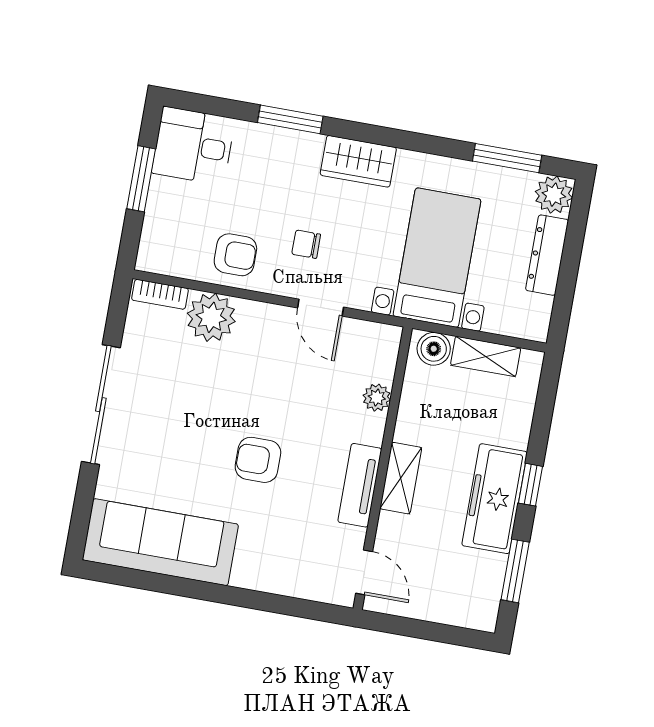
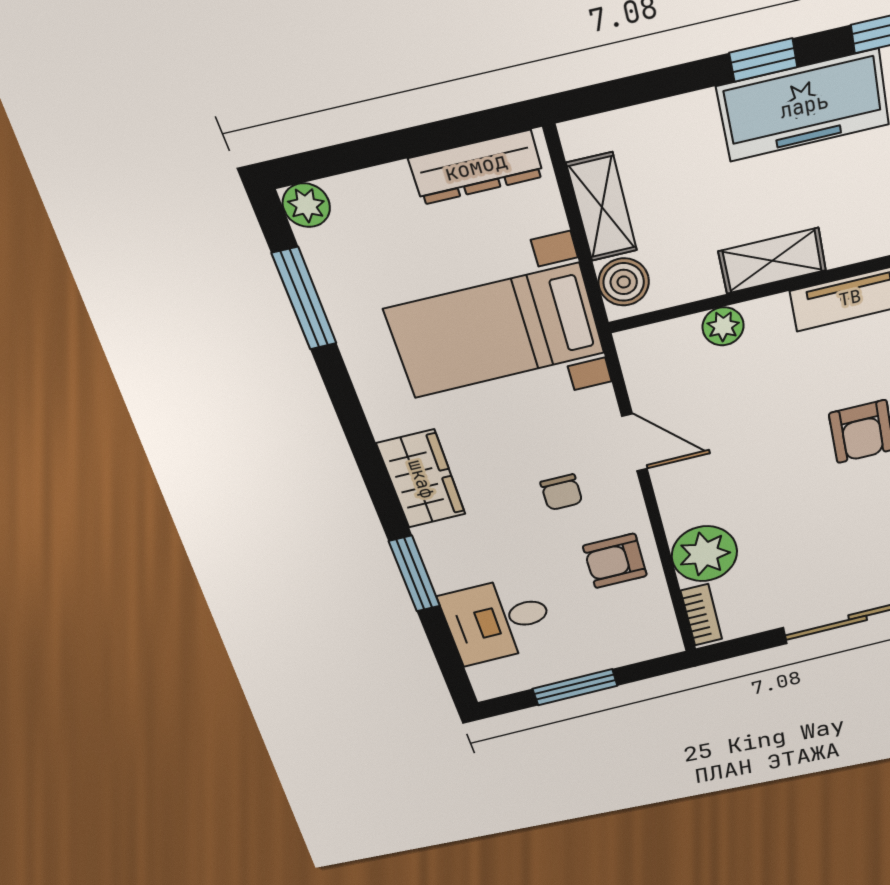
desk: (193, 146) -> (498, 620), moved, turned 90
plant: (554, 195) -> (306, 205), width x0.73, depth x0.73
armchair: (235, 255) -> (615, 561), turned -90
dresser: (547, 255) -> (476, 167), moved
door: (321, 308) -> (635, 443), hinge flipped
shelving: (401, 478) -> (772, 261), moved

